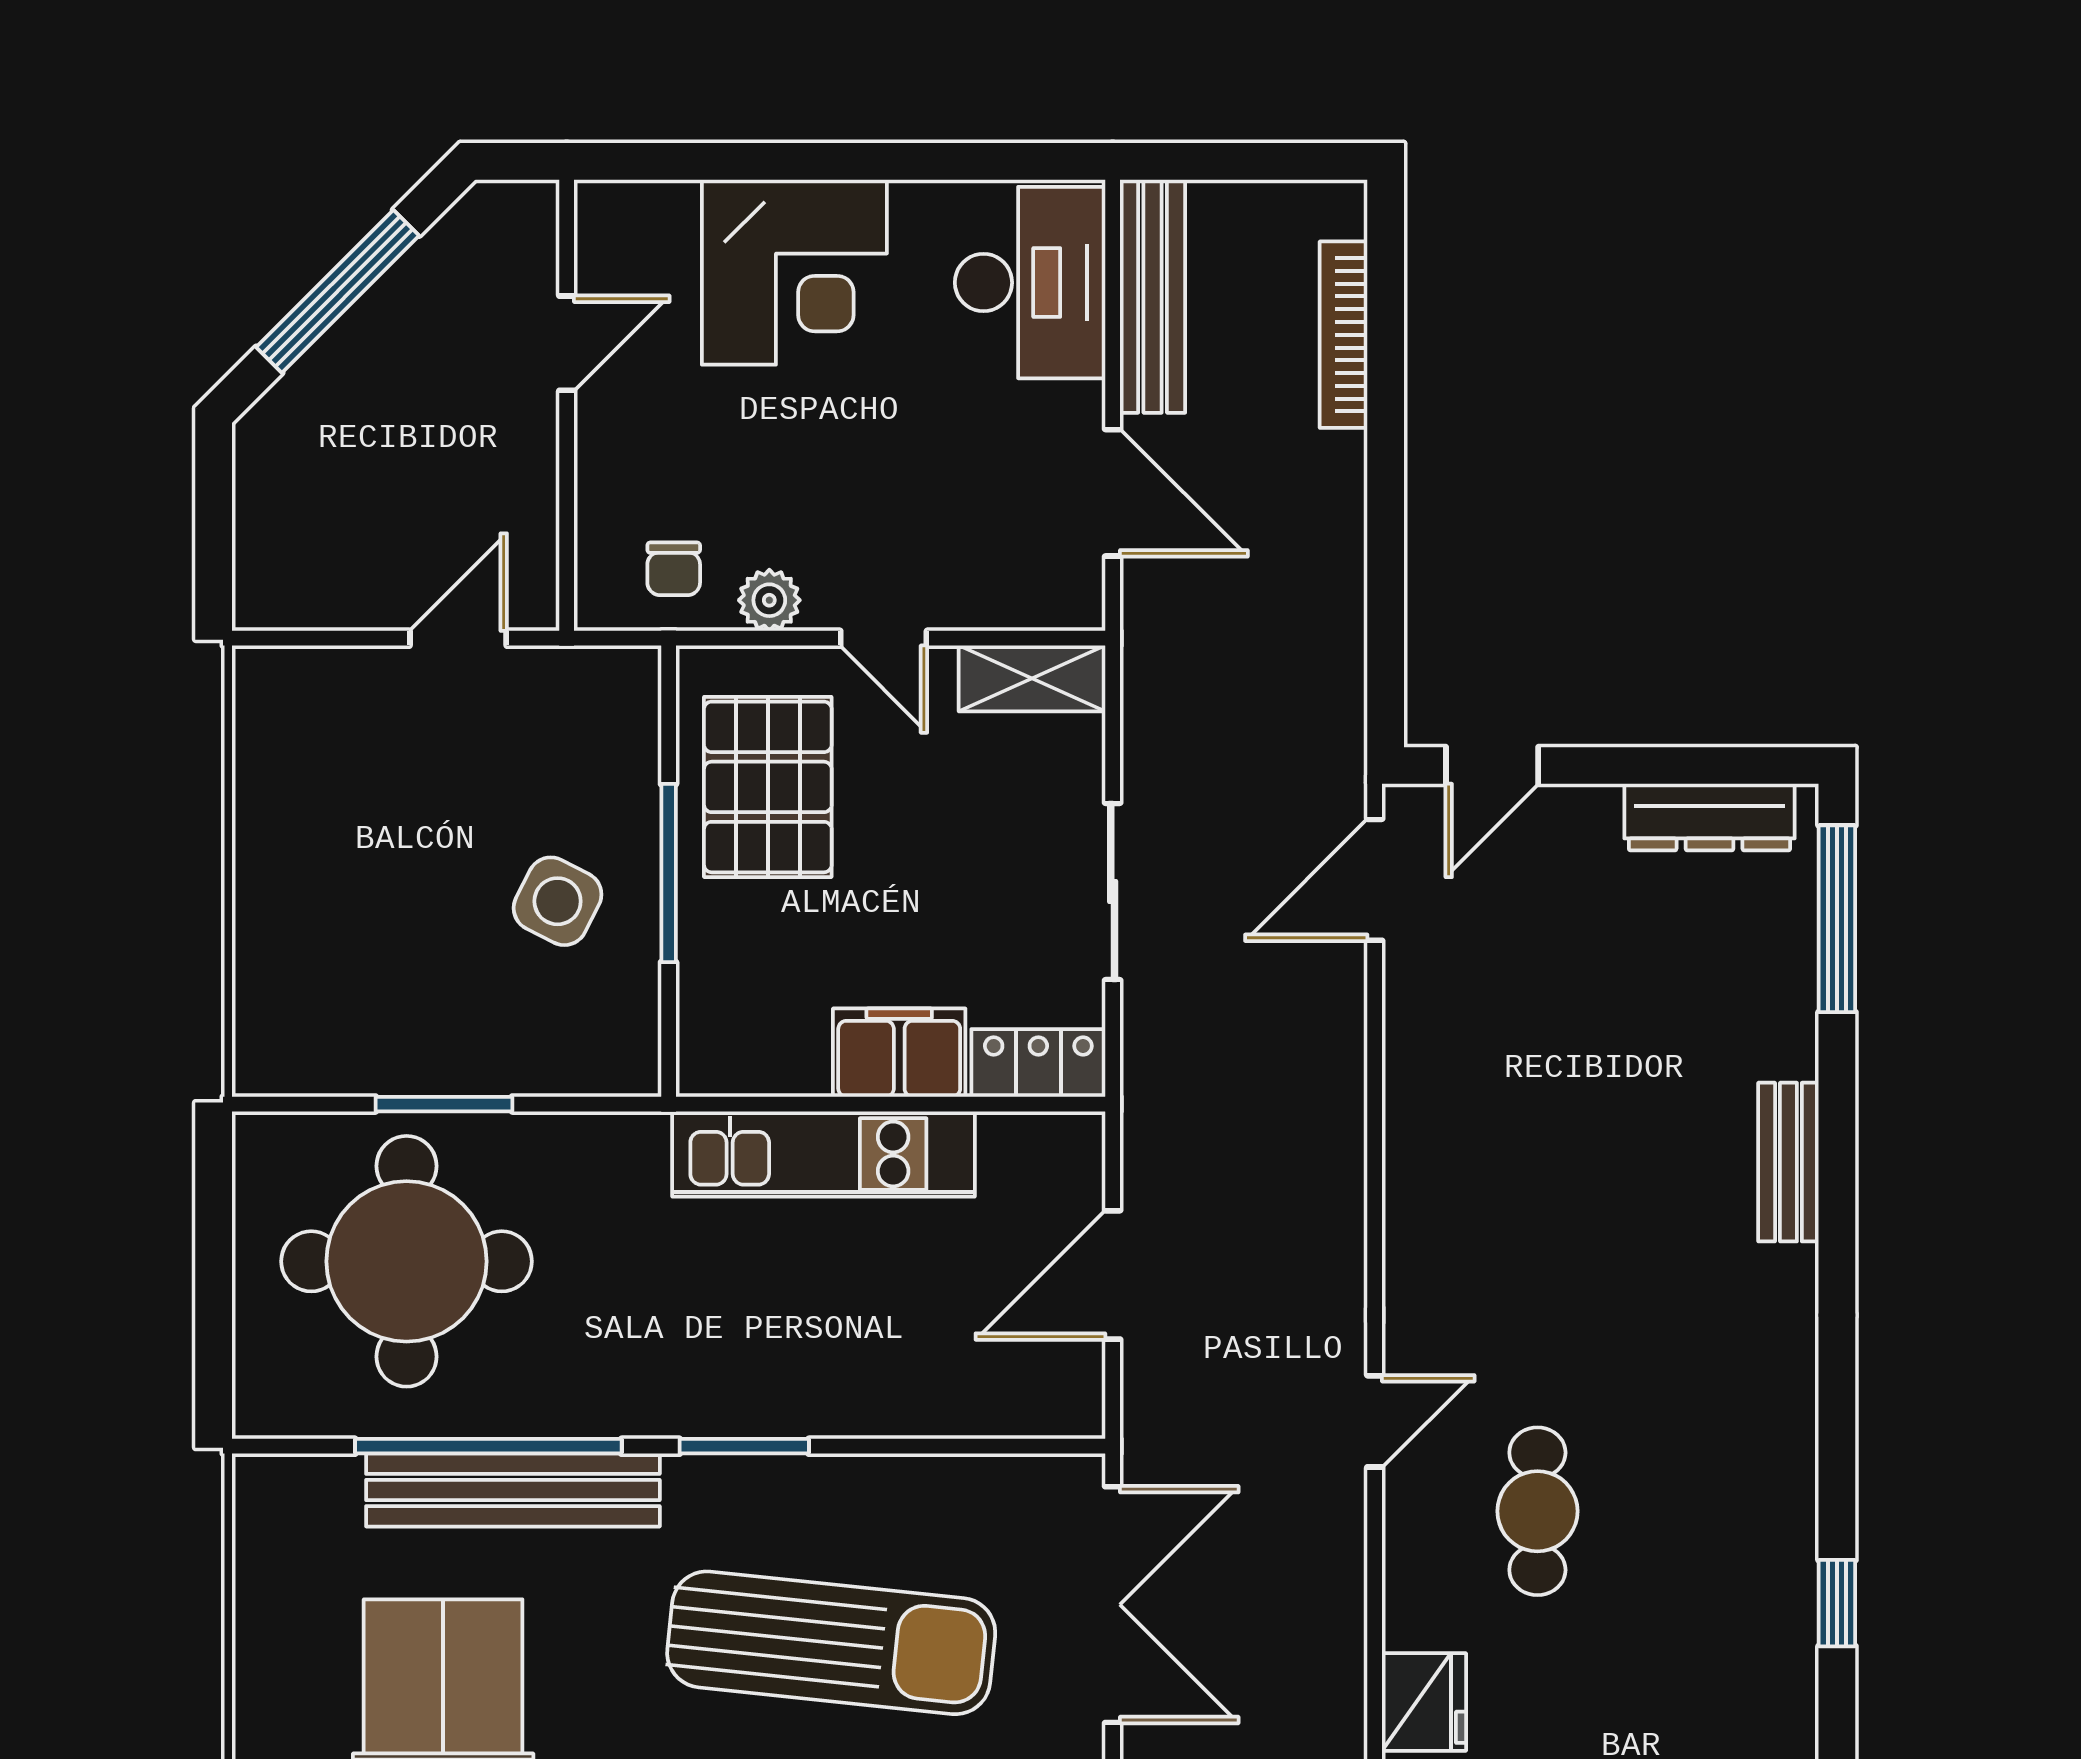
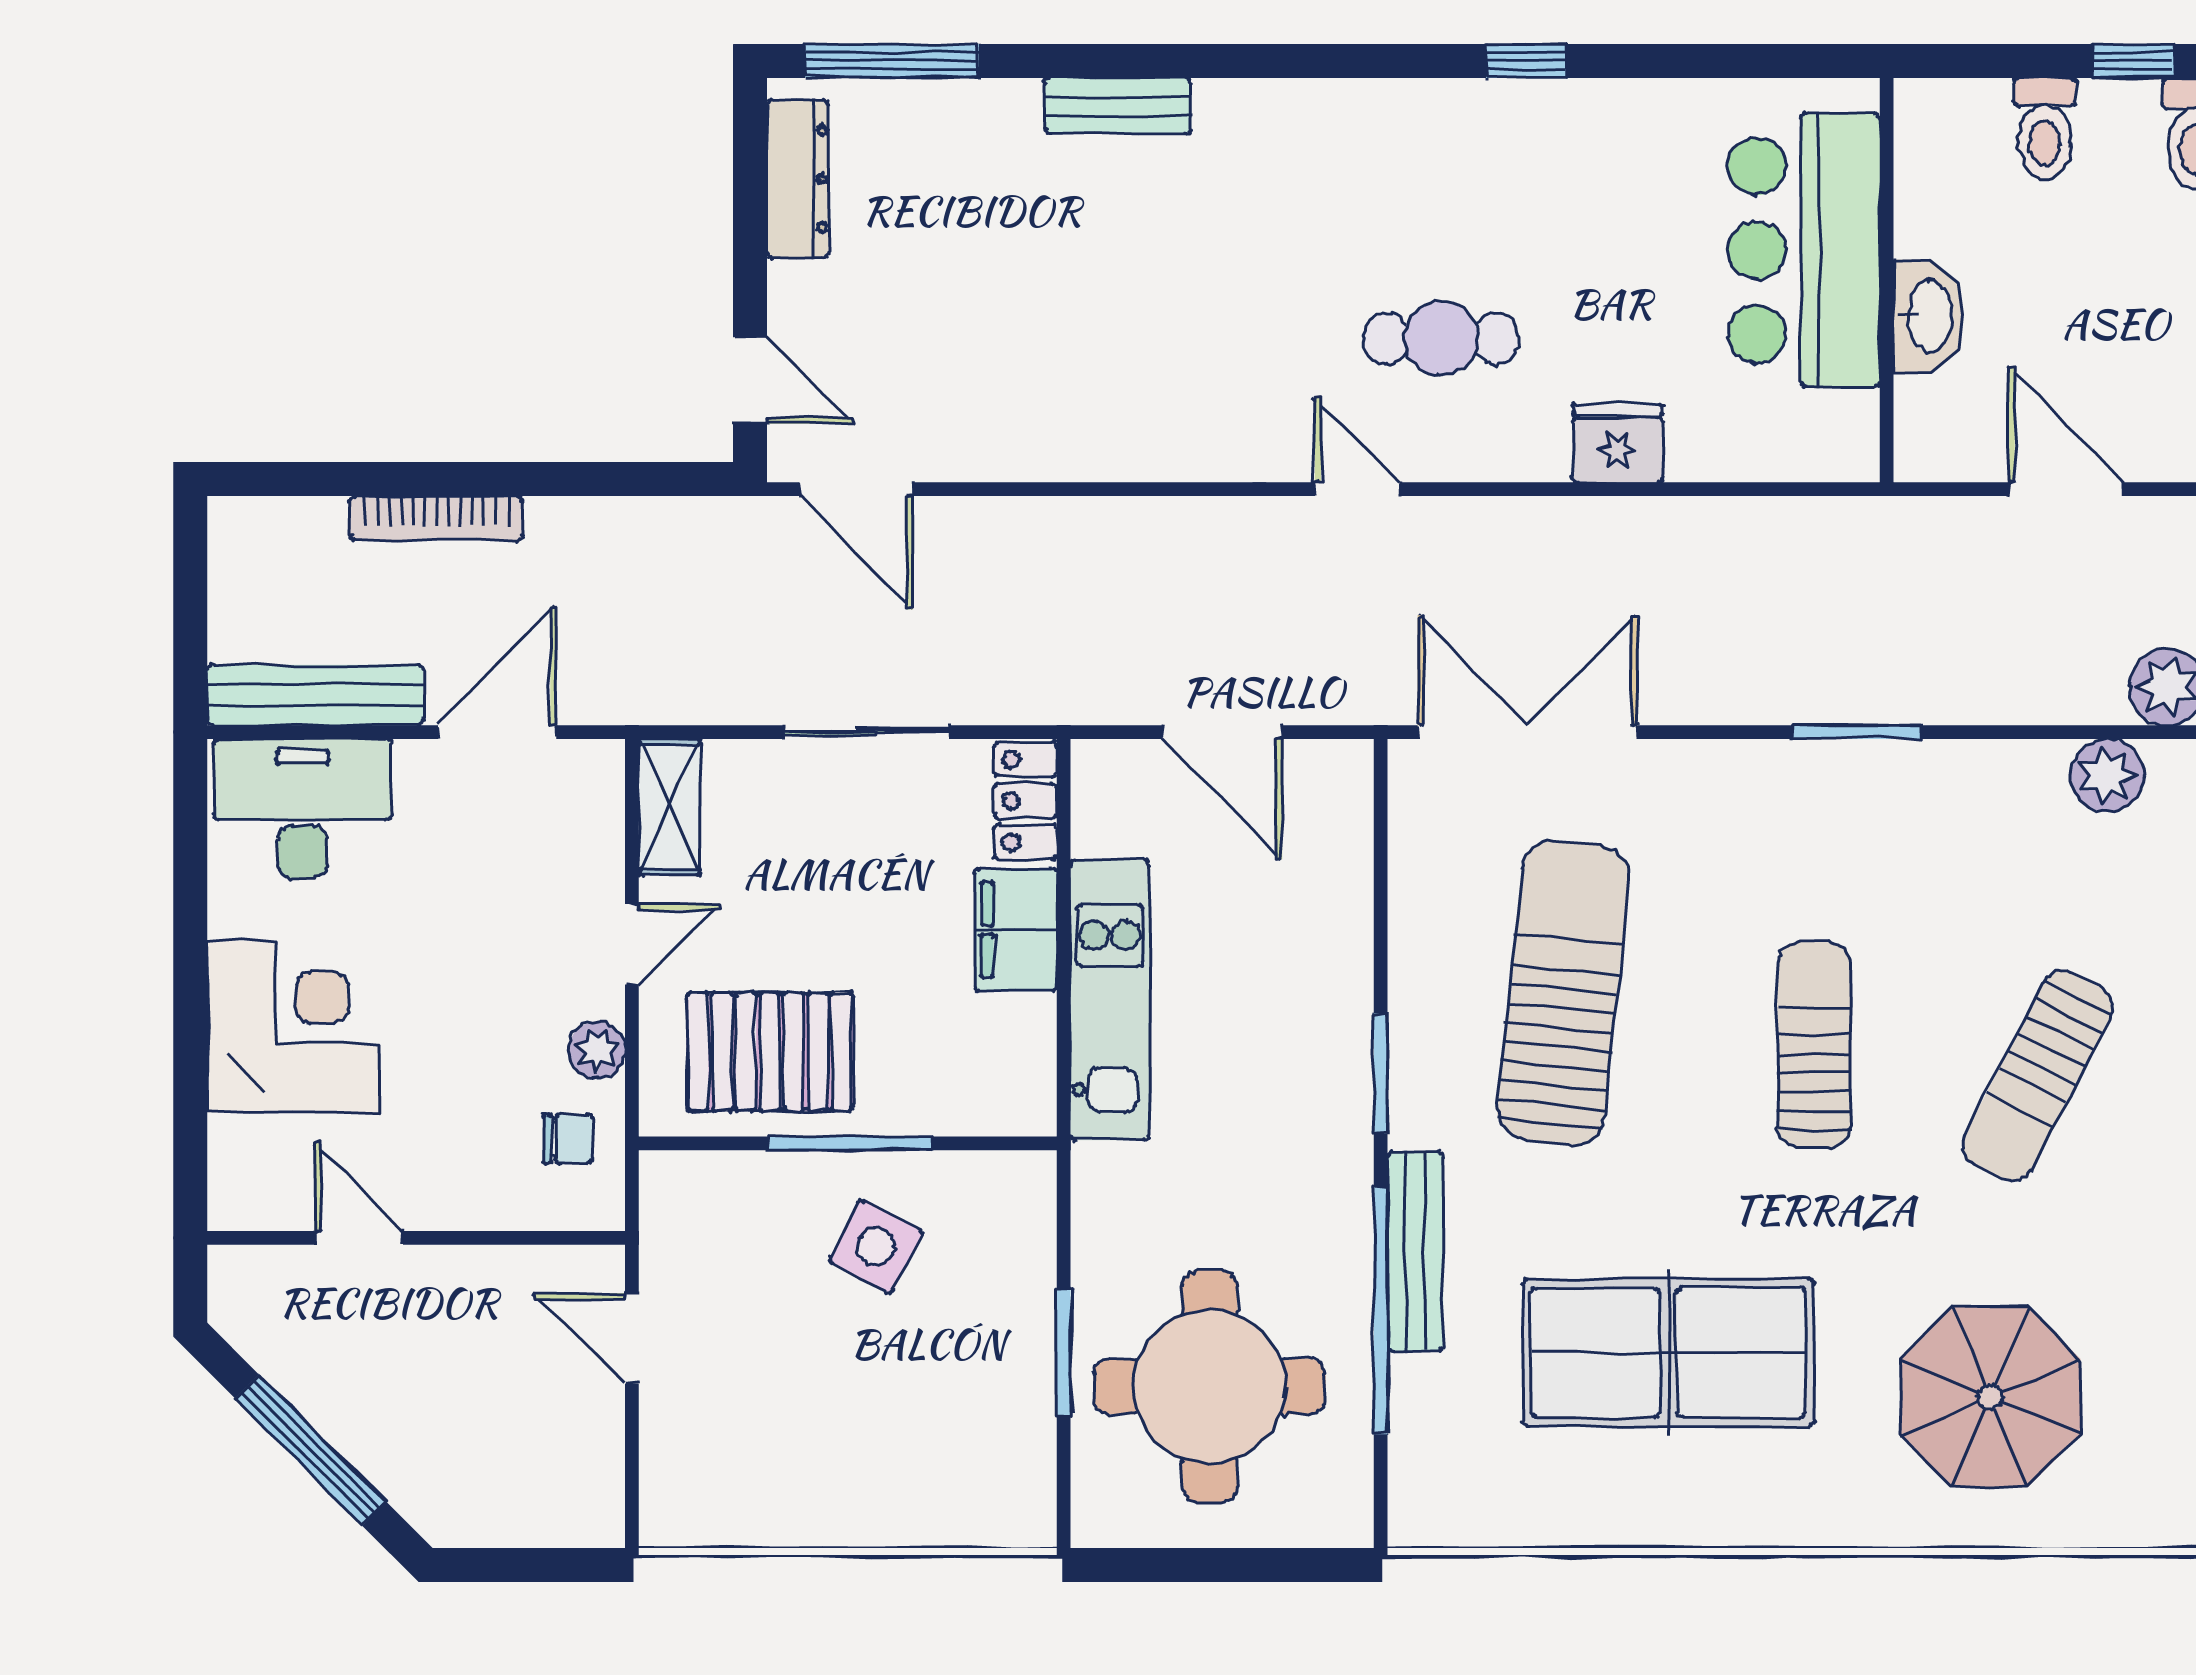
bookcase: (1344, 335) -> (436, 518), moved
bench: (513, 1490) -> (1415, 1251), width x0.73, depth x0.82

